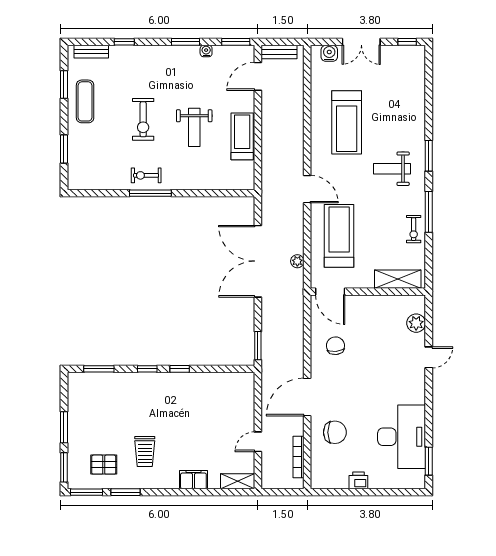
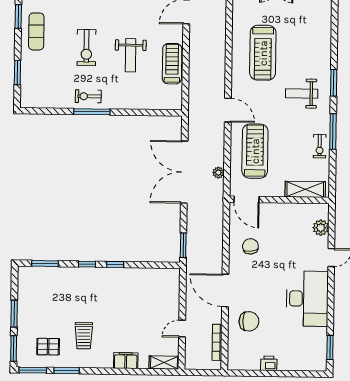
door: (307, 397) -> (225, 290), hinge flipped
desk: (402, 437) -> (307, 299), moved

